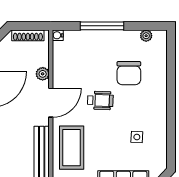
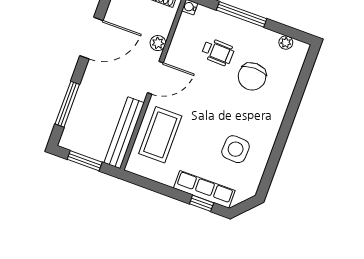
wheelchair: (100, 100) -> (218, 52), moved
side table: (137, 137) -> (236, 149), width x1.87, depth x1.87

